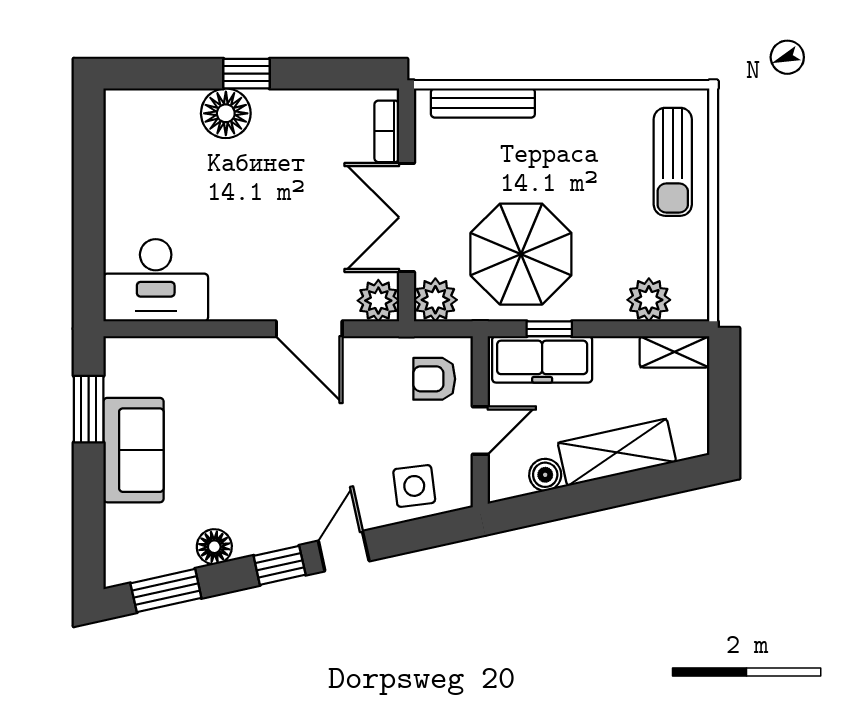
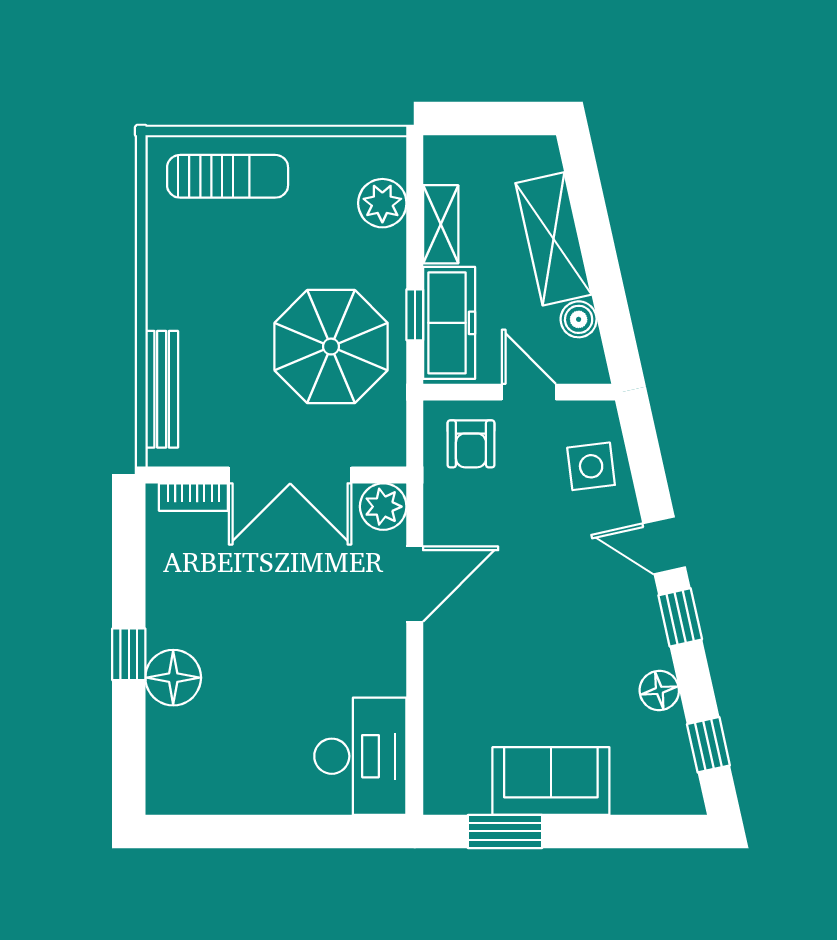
plant: (435, 300) -> (382, 443), removed
shelving: (675, 352) -> (441, 224), moved
window: (166, 591) -> (708, 745), width x0.67

